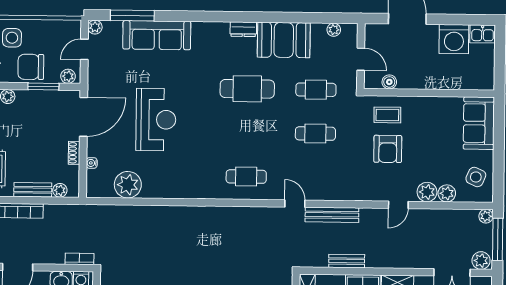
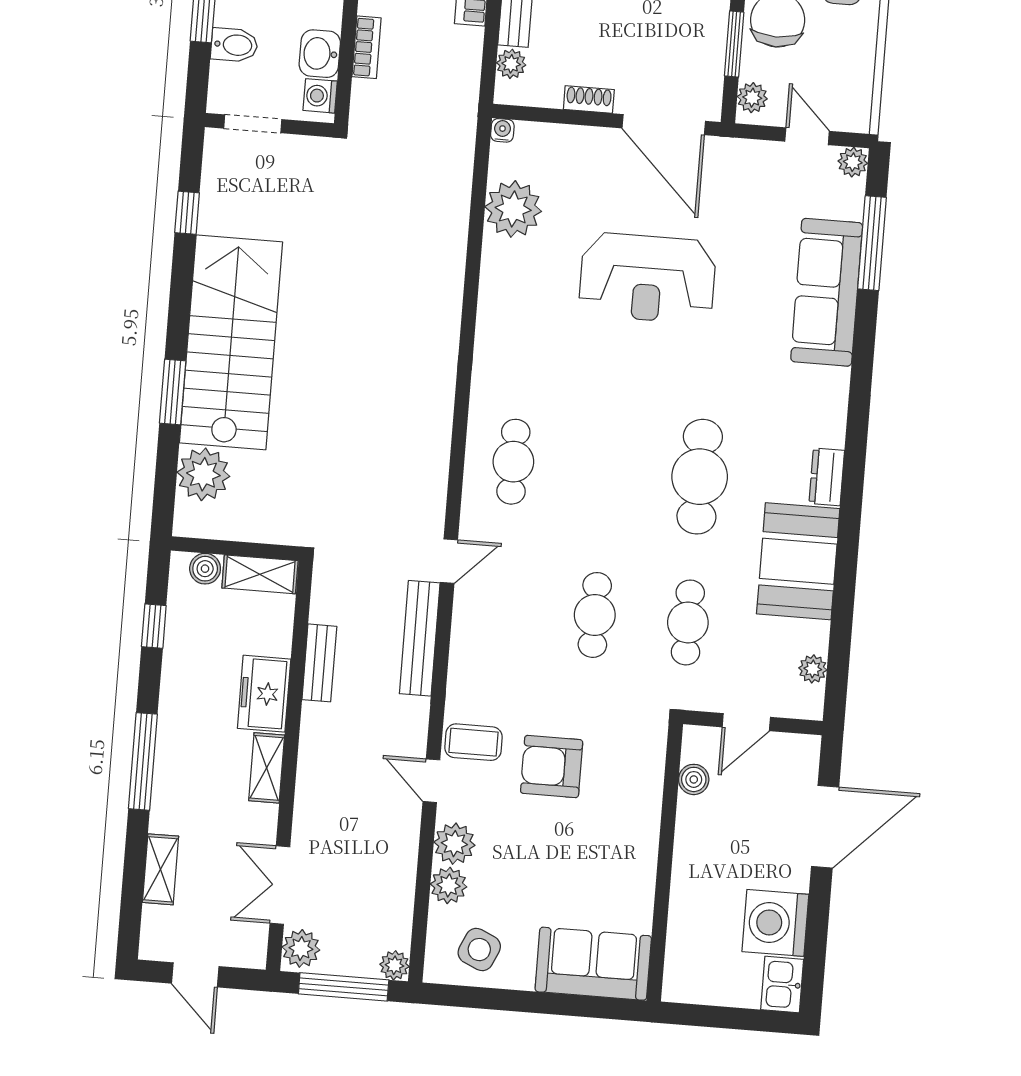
coffee table: (387, 115) -> (473, 742), moved, turned 90
water cooler: (92, 163) -> (502, 130), moved
bookcase: (80, 259) -> (367, 47), moved

